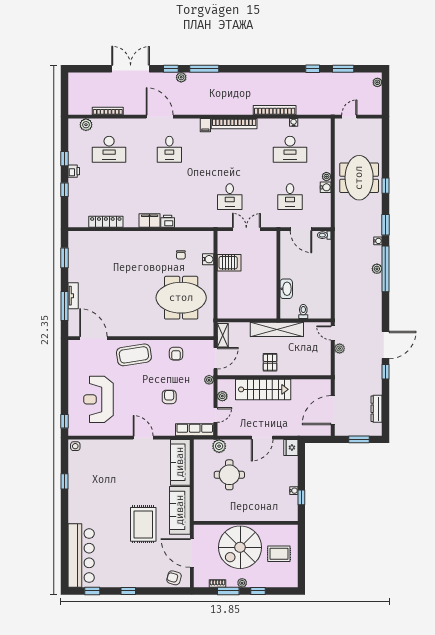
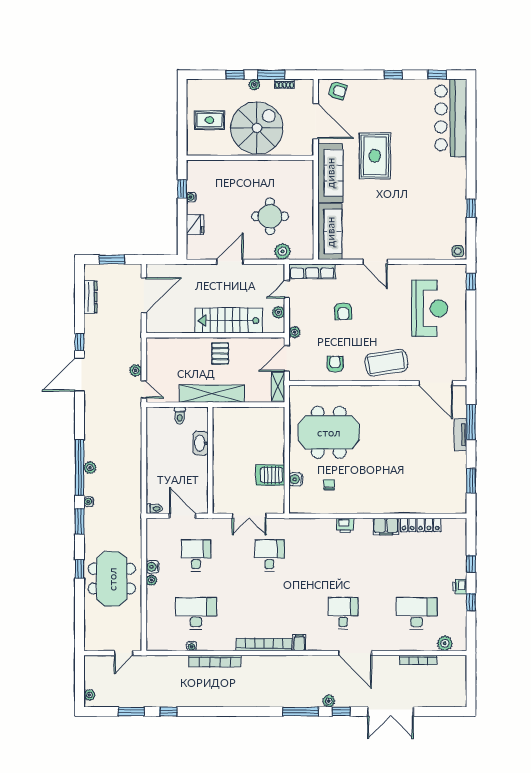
filing cabinet: (150, 221) -> (386, 526), moved
fridge: (291, 448) -> (195, 225), moved

